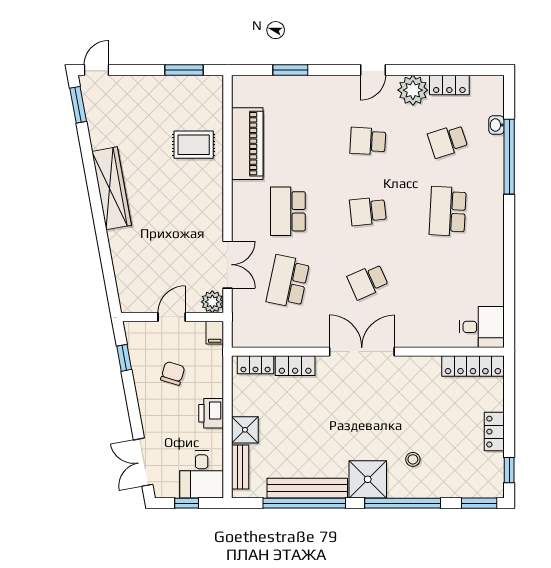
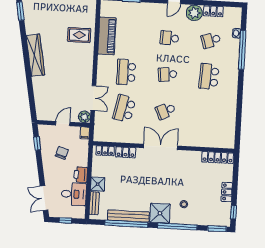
desk: (482, 327) -> (223, 137), removed
desk: (202, 474) -> (74, 194), moved, turned -90

